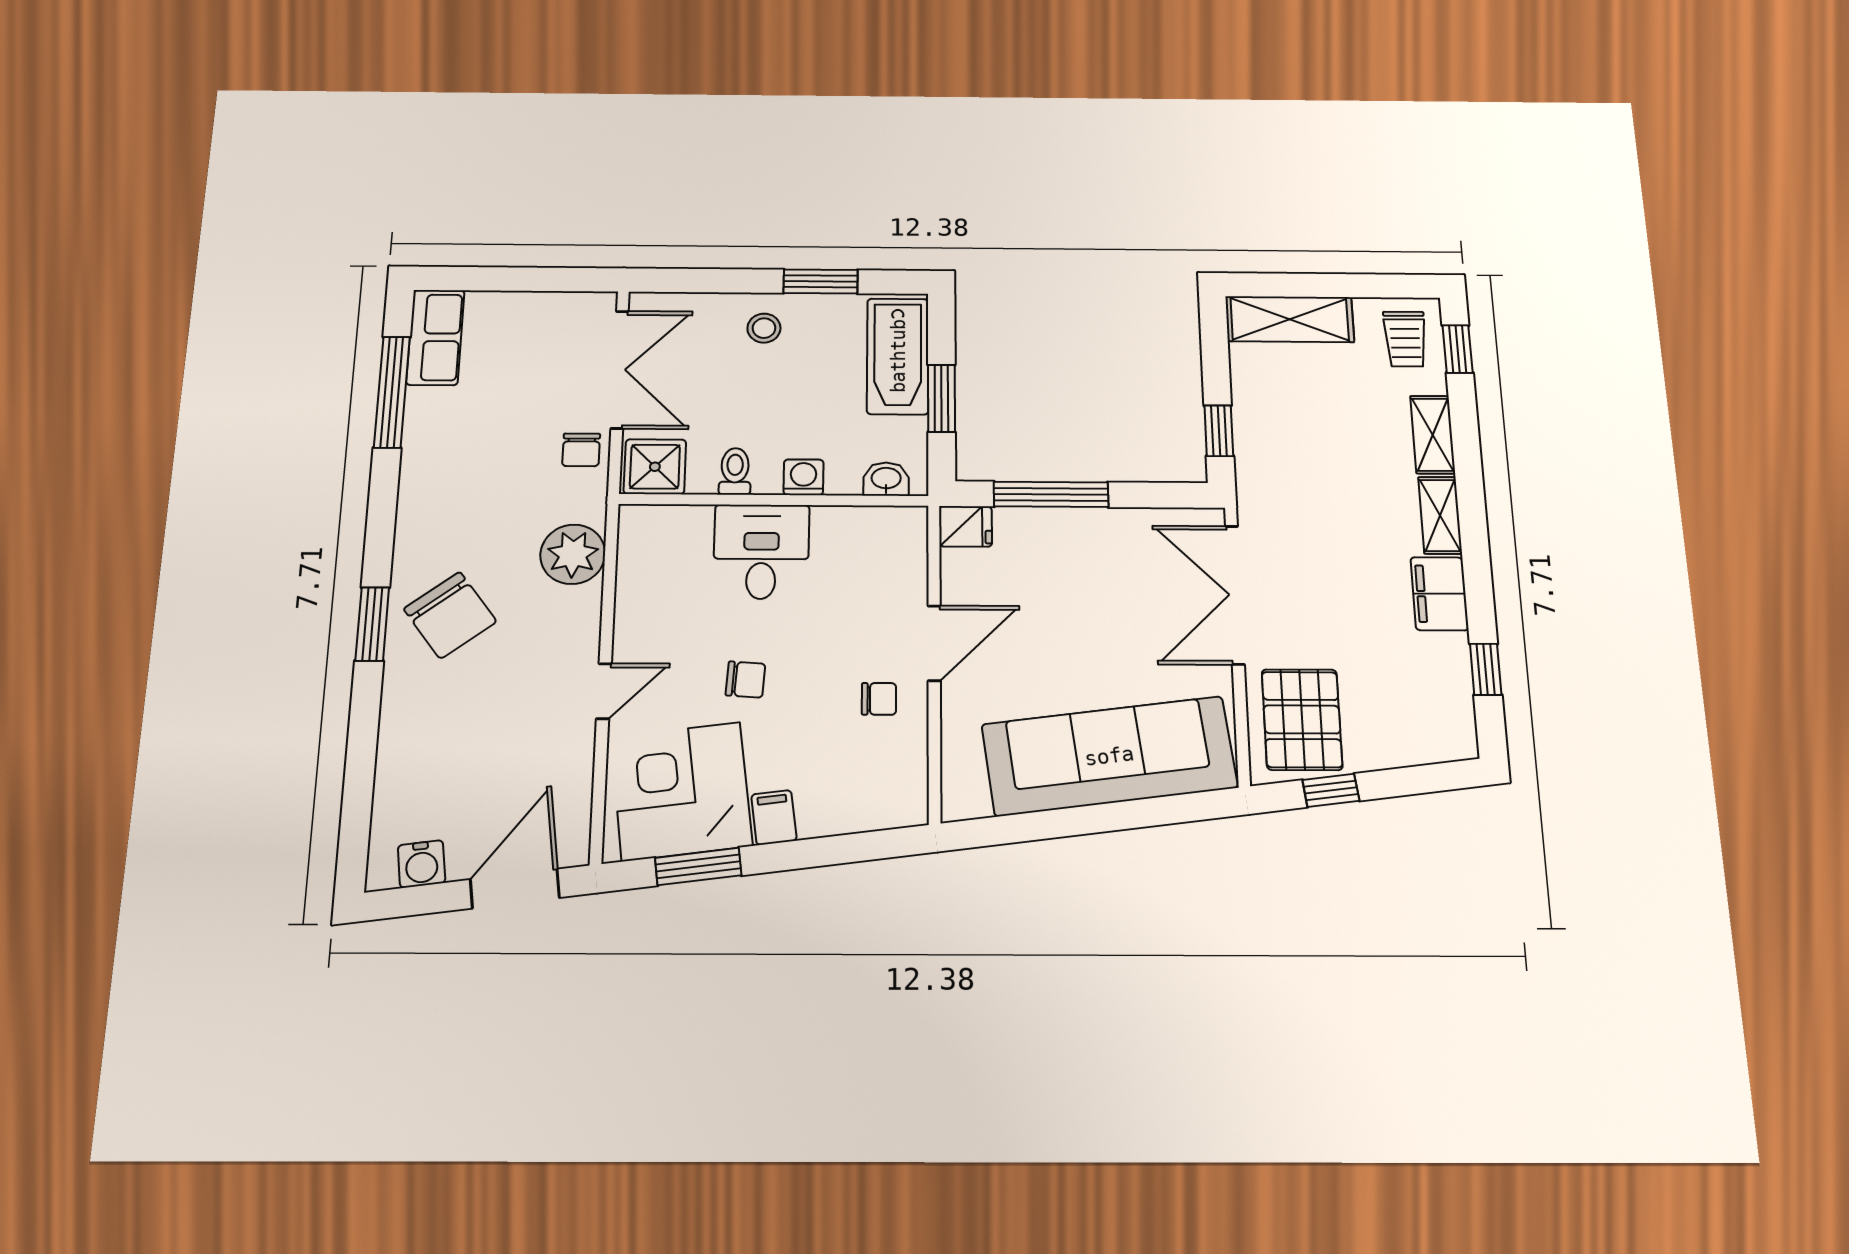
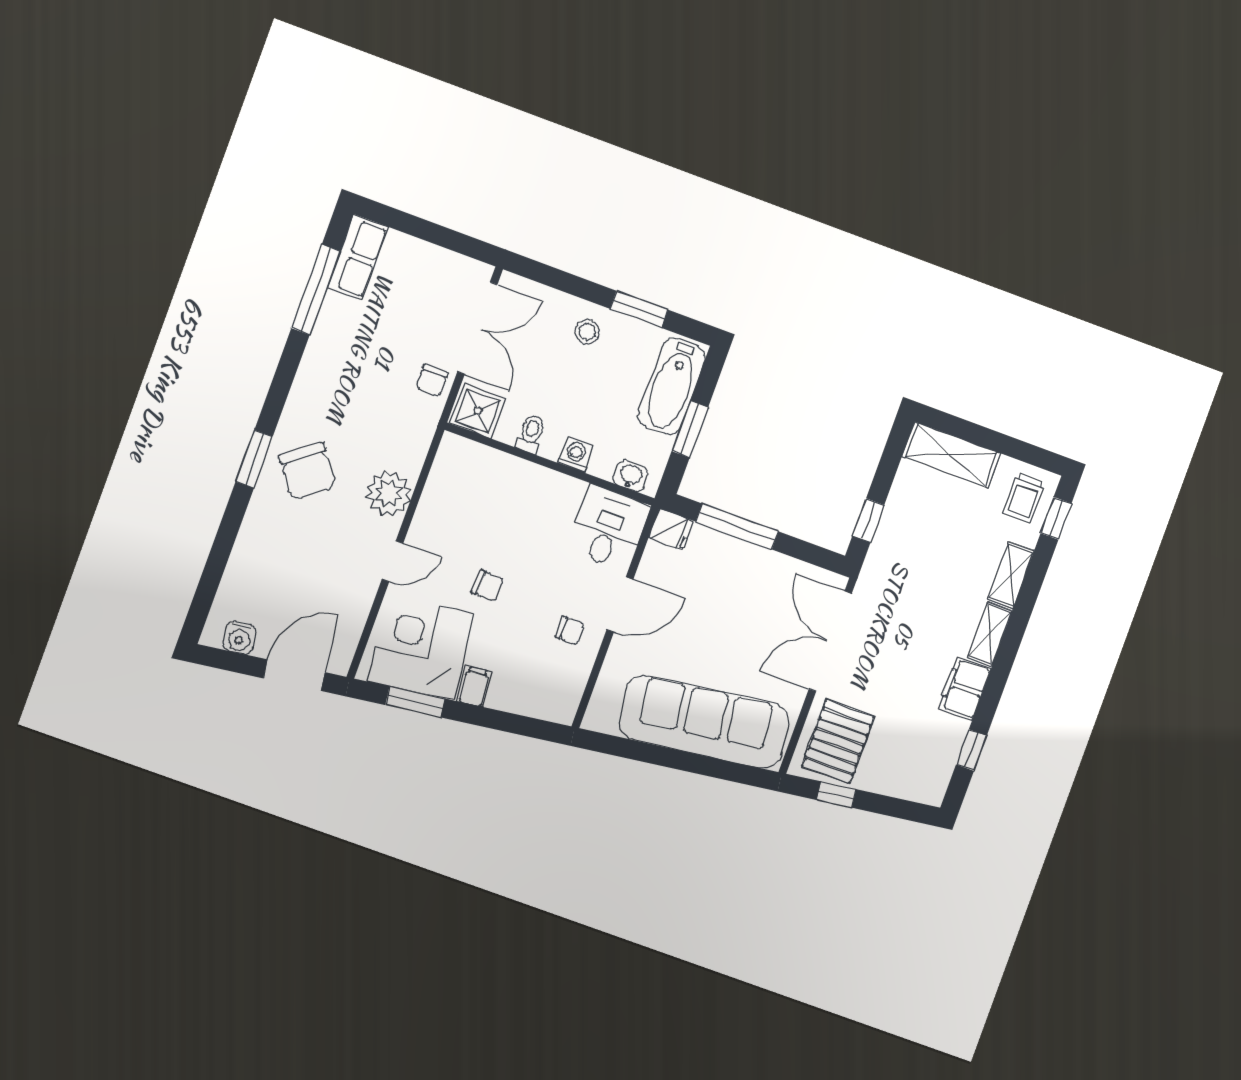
desk: (761, 552) -> (608, 528), moved
plant: (573, 554) -> (389, 494), moved

